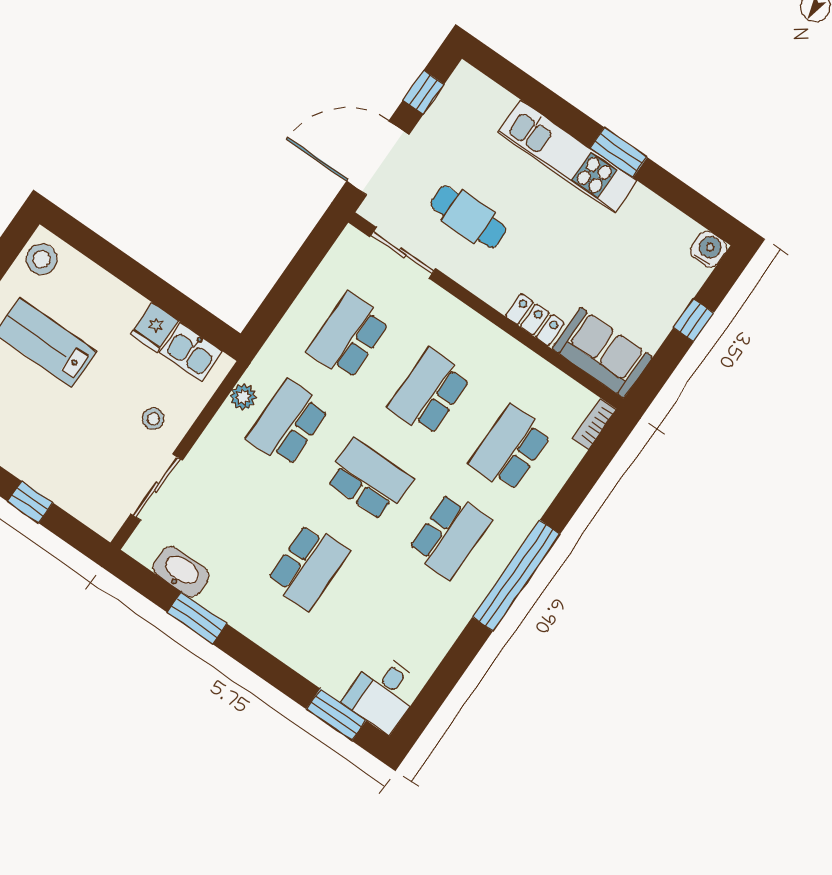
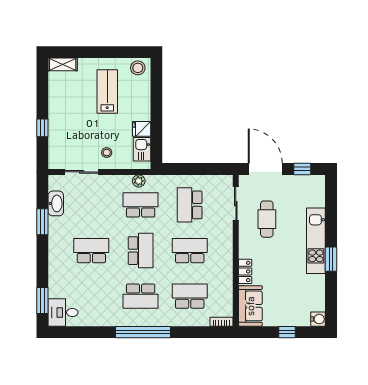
school desk: (348, 336) -> (190, 205), turned -90
school desk: (308, 567) -> (91, 251), turned 180

